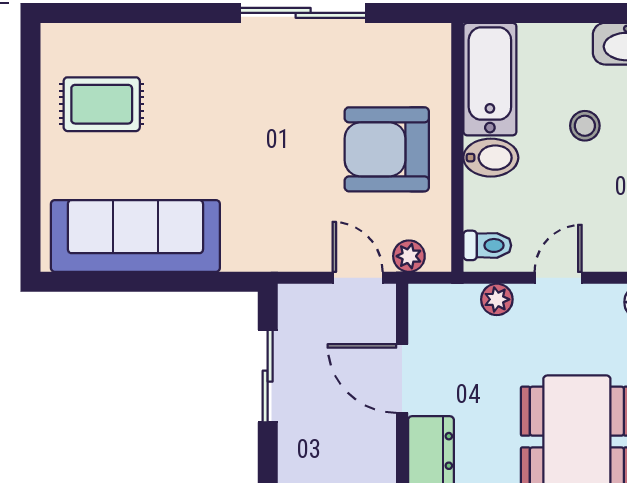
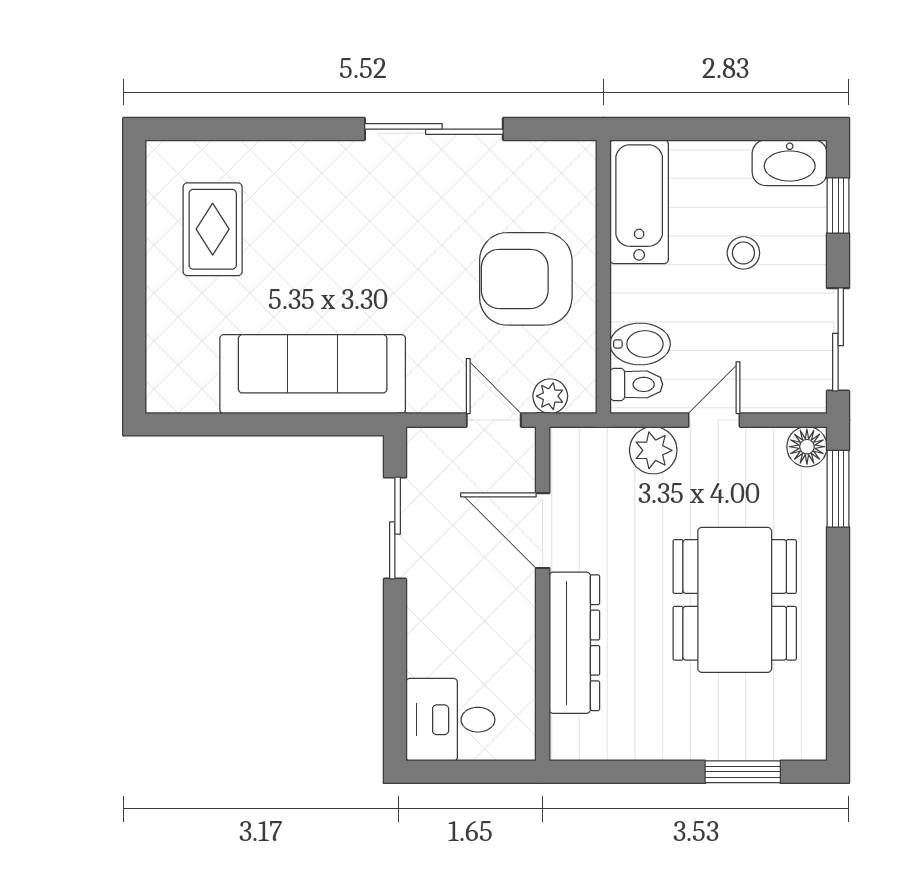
rug: (102, 104) -> (213, 229), turned 90
bidet: (491, 158) -> (640, 344), moved
sofa: (135, 236) -> (313, 374), moved
plant: (497, 299) -> (653, 450), width x1.38, depth x1.38

